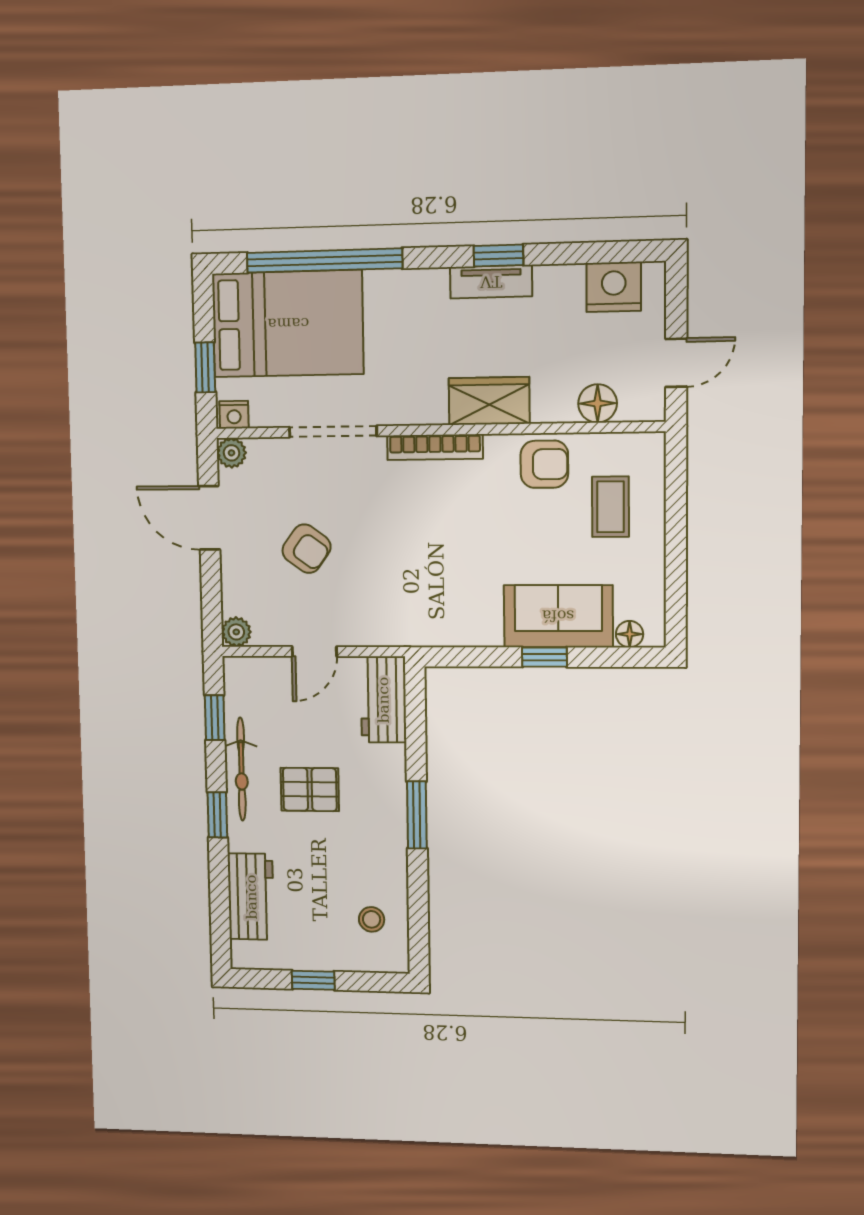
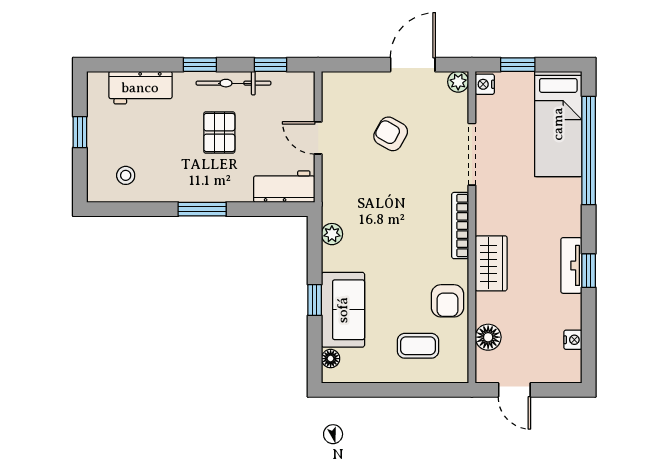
nightstand: (614, 287) -> (573, 340), width x0.53, depth x0.56
bed: (288, 324) -> (558, 124), width x0.67
armchair: (307, 549) -> (391, 134), turned 83
plant: (236, 632) -> (332, 234), moved

